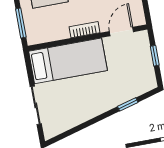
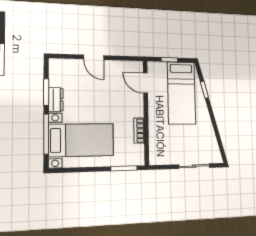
bookcase: (85, 30) -> (139, 131), moved
bed: (68, 61) -> (181, 93), moved, turned 180

